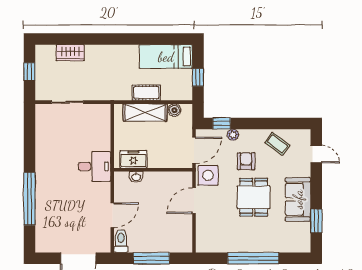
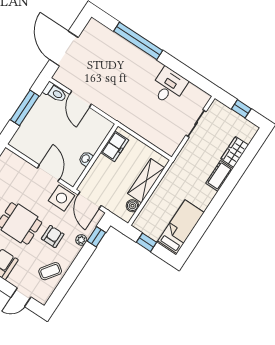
cot: (146, 93) -> (219, 176), moved
armchair: (246, 161) -> (53, 237), turned -90
desk: (94, 166) -> (169, 86), moved, turned 180
washbasin: (136, 177) -> (86, 159), moved

